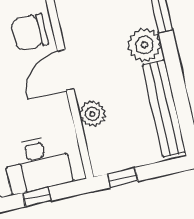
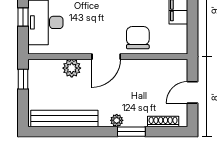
plant: (144, 45) -> (117, 120), width x0.53, depth x0.53
door: (66, 70) -> (106, 57), swing flipped

